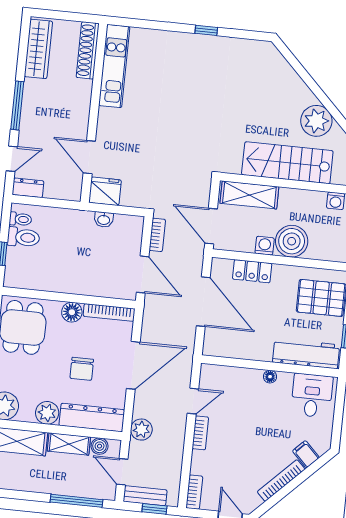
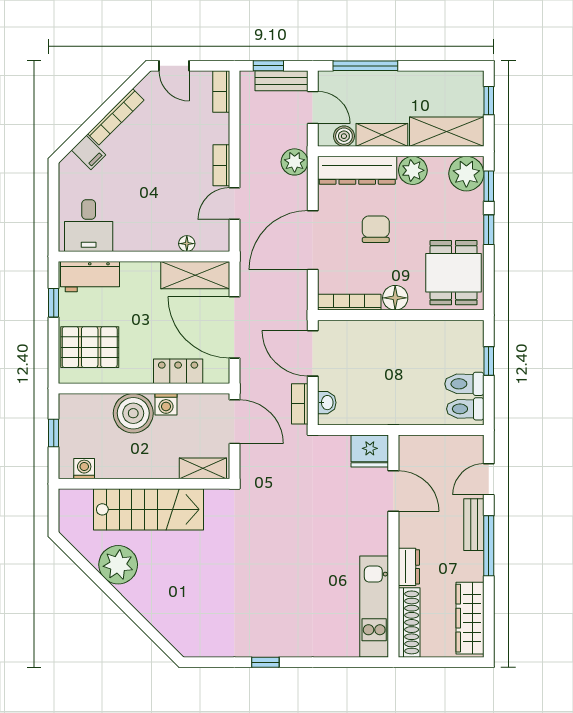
bench: (27, 124) -> (474, 525), added
dresser: (28, 188) -> (409, 567), moved, turned -90
shelving: (249, 195) -> (203, 468), width x0.67, depth x0.75
toilet: (20, 219) -> (465, 409), width x1.37, depth x1.39
washbasin: (104, 220) -> (327, 403), moved, turned 90
shelving: (230, 347) -> (195, 275), added
workbench: (306, 354) -> (90, 277), width x0.73
floor lamp: (270, 377) -> (187, 244), moved

